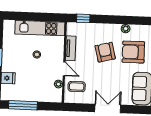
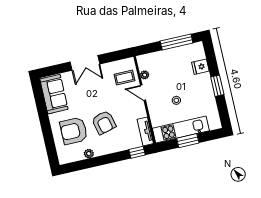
window: (36, 17) -> (188, 141), added
tv unit: (71, 48) -> (145, 131), moved
armchair: (133, 52) -> (74, 131), turned 180

